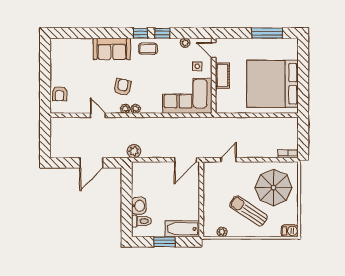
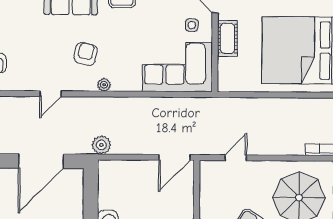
plant: (125, 109) -> (89, 85), removed
door: (98, 115) -> (51, 94), swing flipped
door: (91, 163) -> (41, 161), width x1.36

